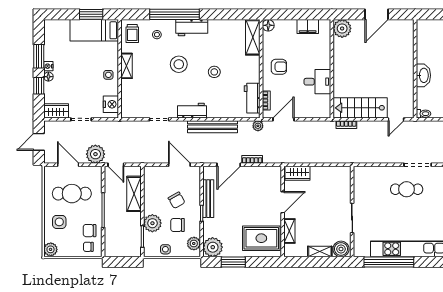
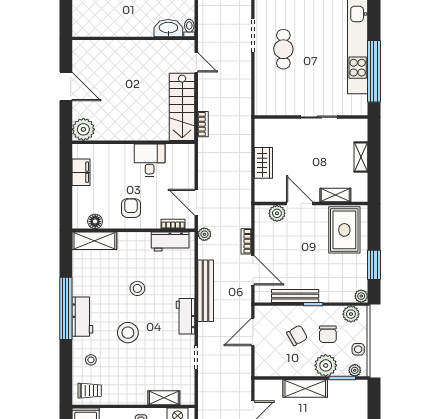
window: (175, 14) -> (66, 308), moved
floor lamp: (268, 25) -> (95, 221), moved
shelving: (127, 66) -> (164, 398), moved
washbasin: (423, 75) -> (168, 28), moved
wardrobe: (298, 173) -> (263, 163), moved
plant: (275, 184) -> (277, 213), added
shelving: (134, 194) -> (305, 388), moved
plant: (149, 247) -> (355, 370), added
plant: (213, 247) -> (361, 296), width x0.53, depth x0.53
boiler: (341, 249) -> (358, 131), removed

